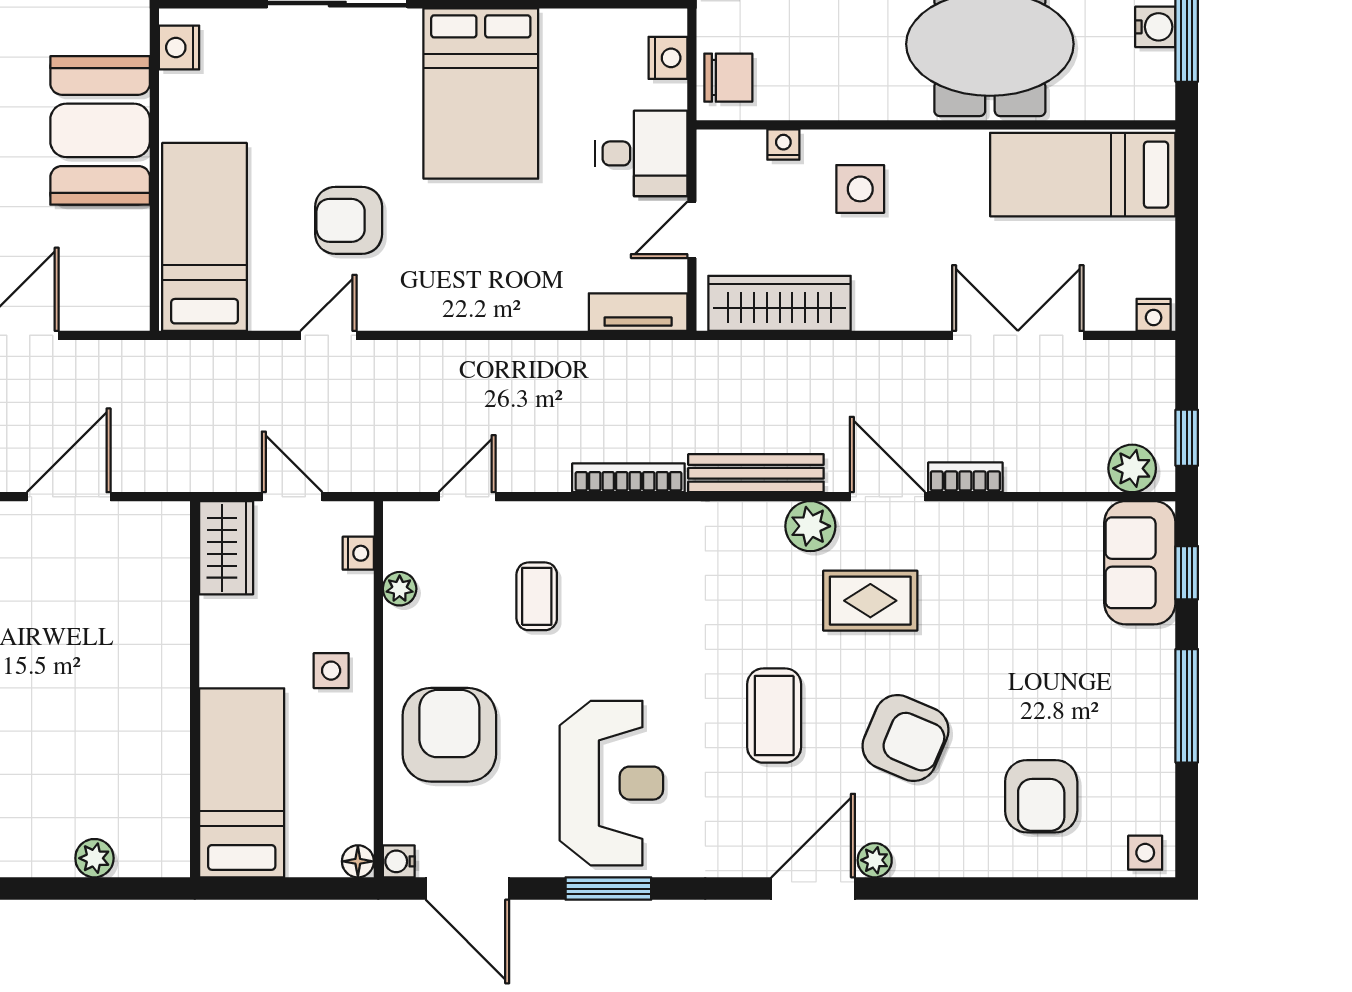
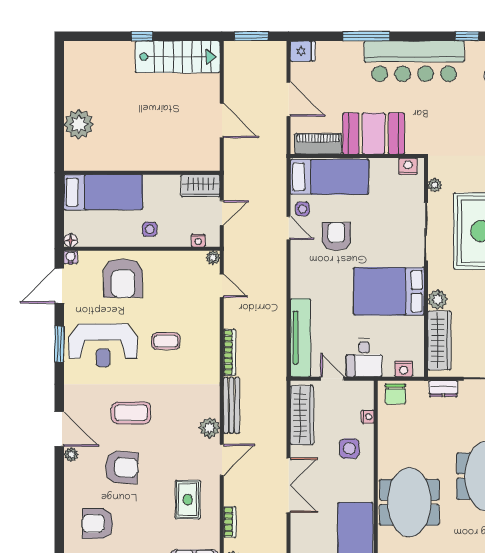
piano: (125, 264) -> (318, 144), added
side table: (282, 302) -> (302, 209), added
tv unit: (638, 312) -> (300, 338), width x1.92, depth x1.29
double door: (1018, 335) -> (289, 485), moved
bookcase: (965, 477) -> (230, 522), moved
plant: (400, 589) -> (213, 258), moved
coffee table: (537, 596) -> (166, 341), moved
rug: (870, 601) -> (188, 500), moved
armchair: (449, 735) -> (123, 278), turned 90
armchair: (906, 738) -> (122, 467), turned -109
plant: (94, 858) -> (79, 124), width x1.87, depth x1.87

